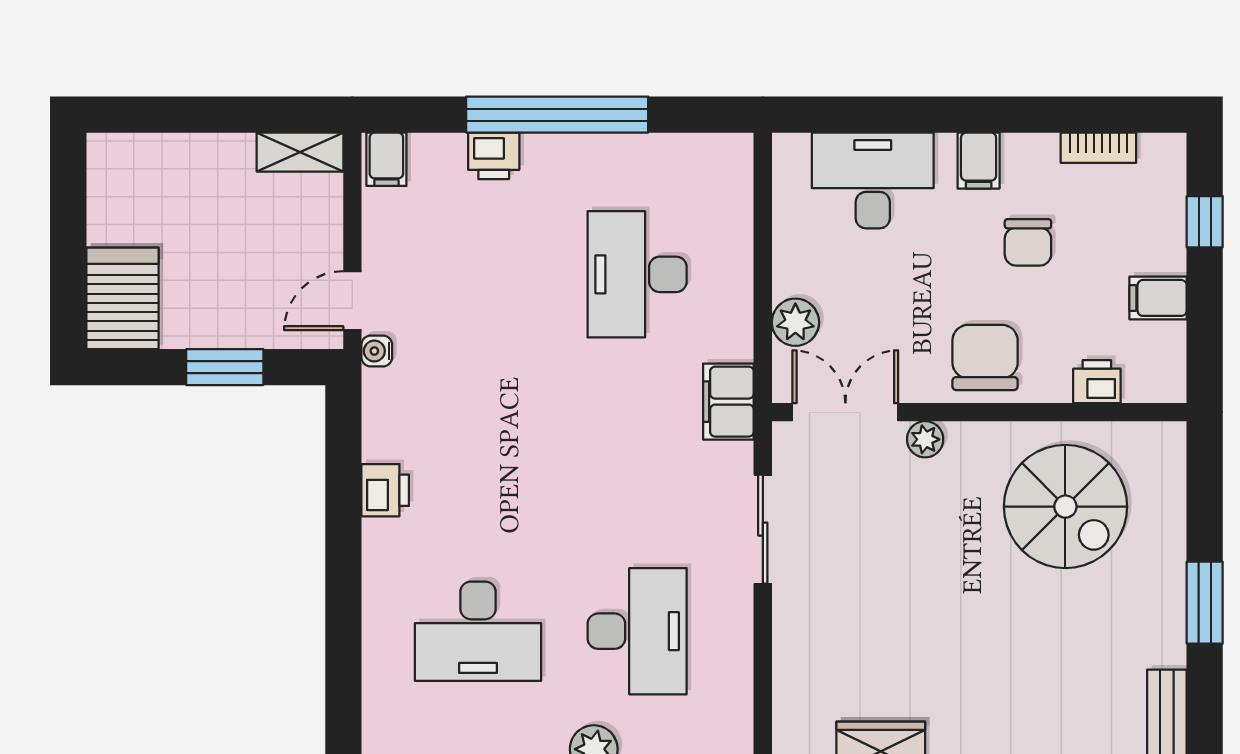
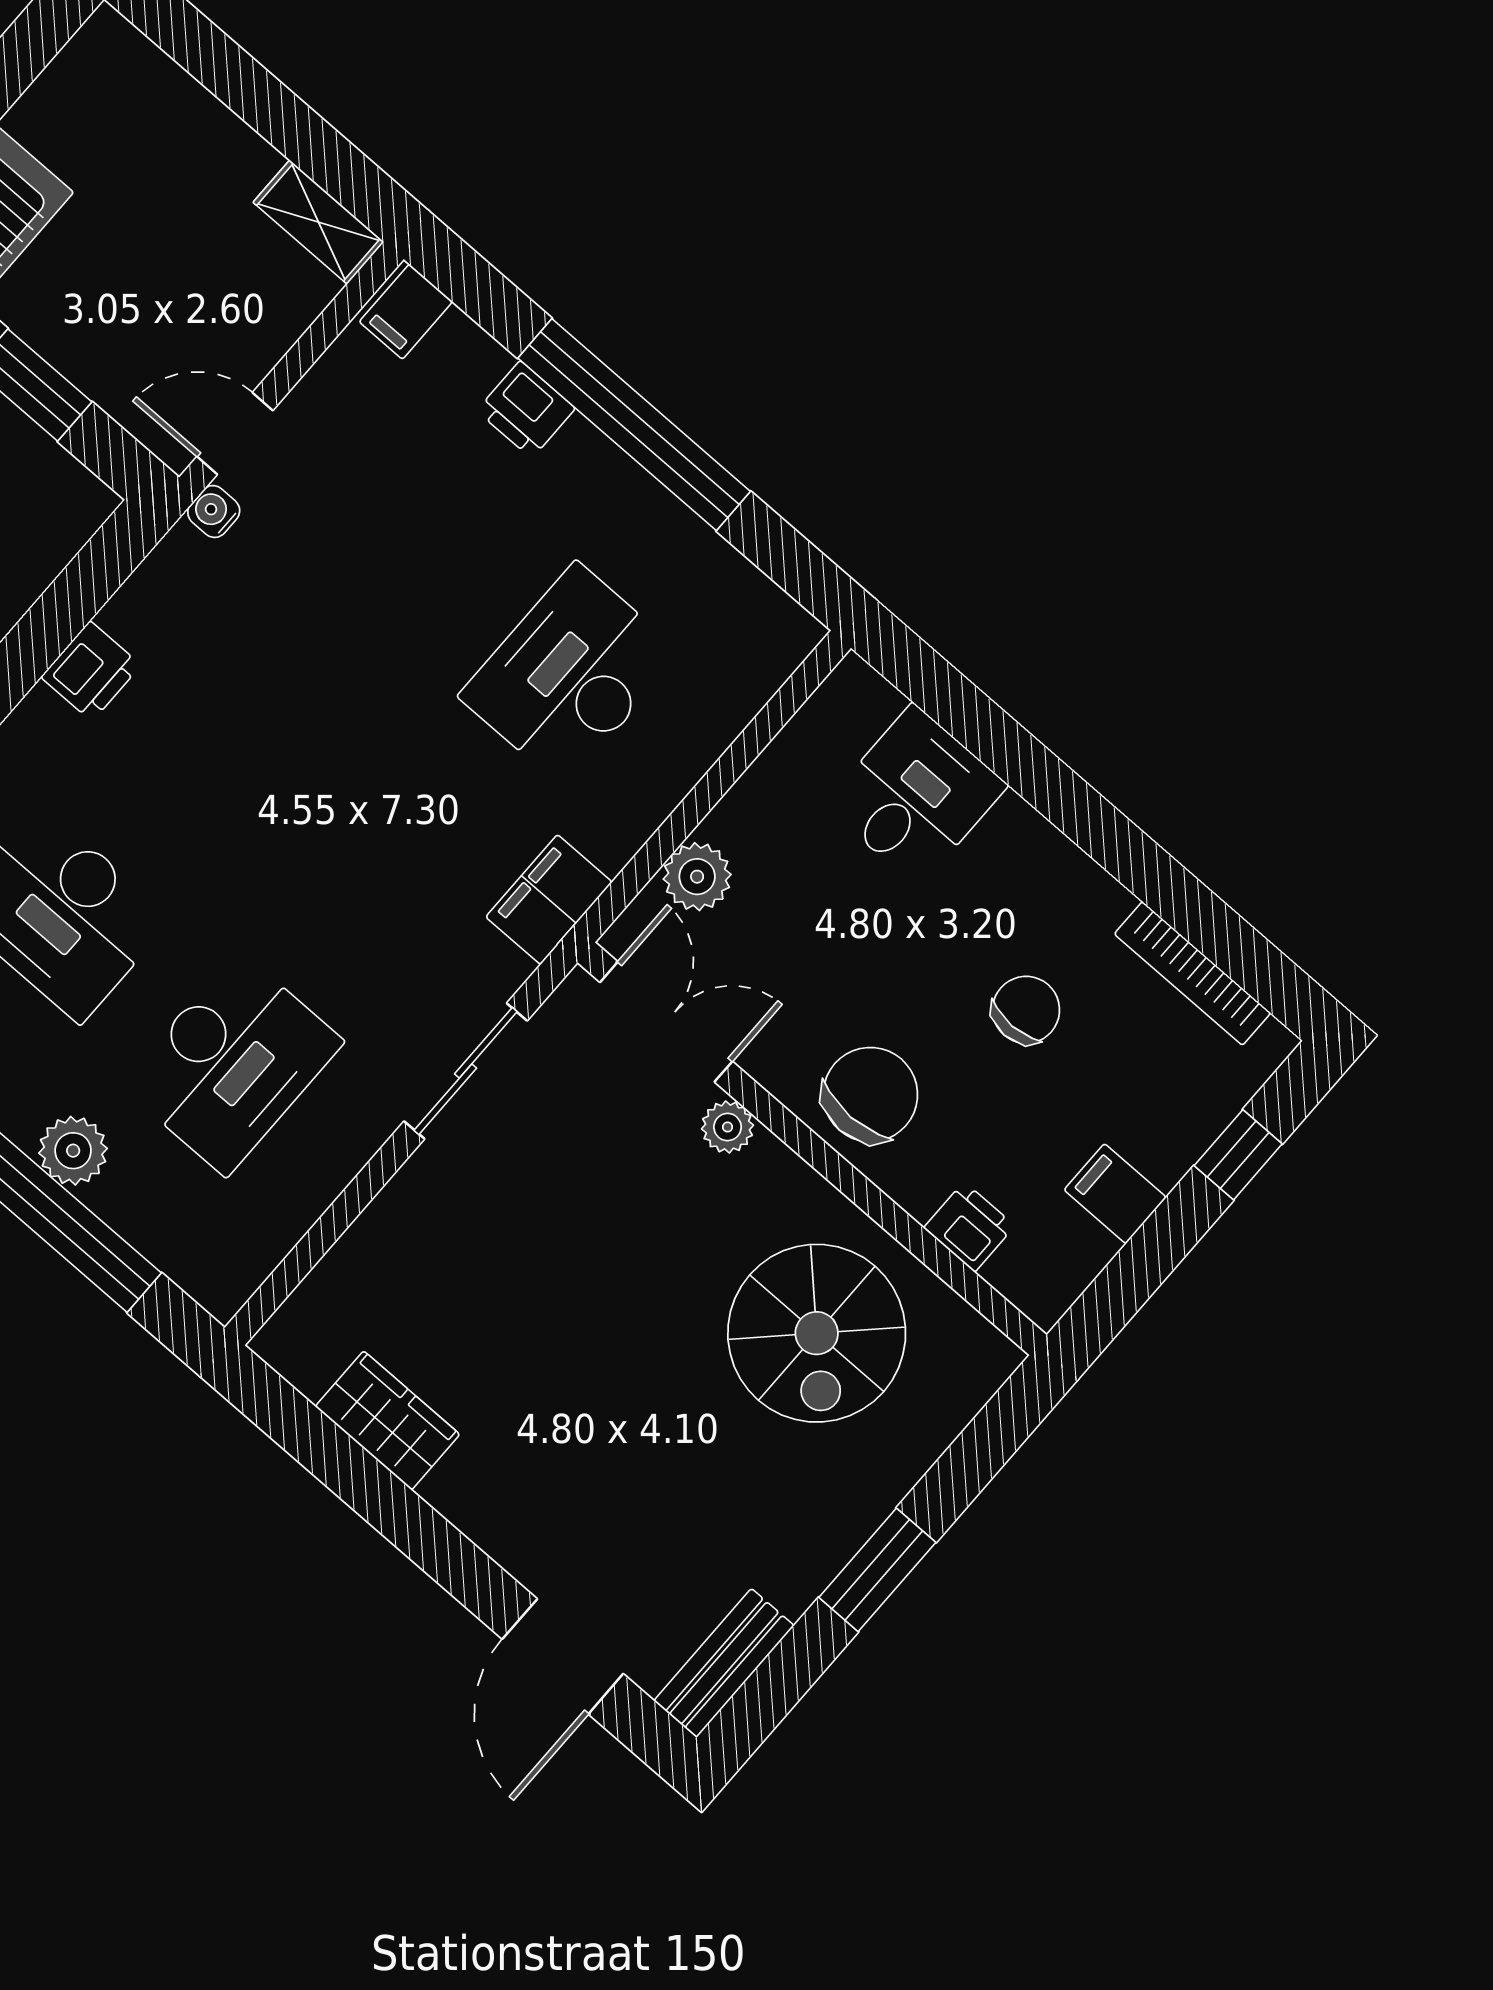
bookcase: (1098, 148) -> (1192, 973), width x1.56
filing cabinet: (979, 161) -> (1050, 874), removed
desk: (873, 180) -> (916, 795), width x0.73
chair: (1028, 242) -> (1026, 1010), turned 180

